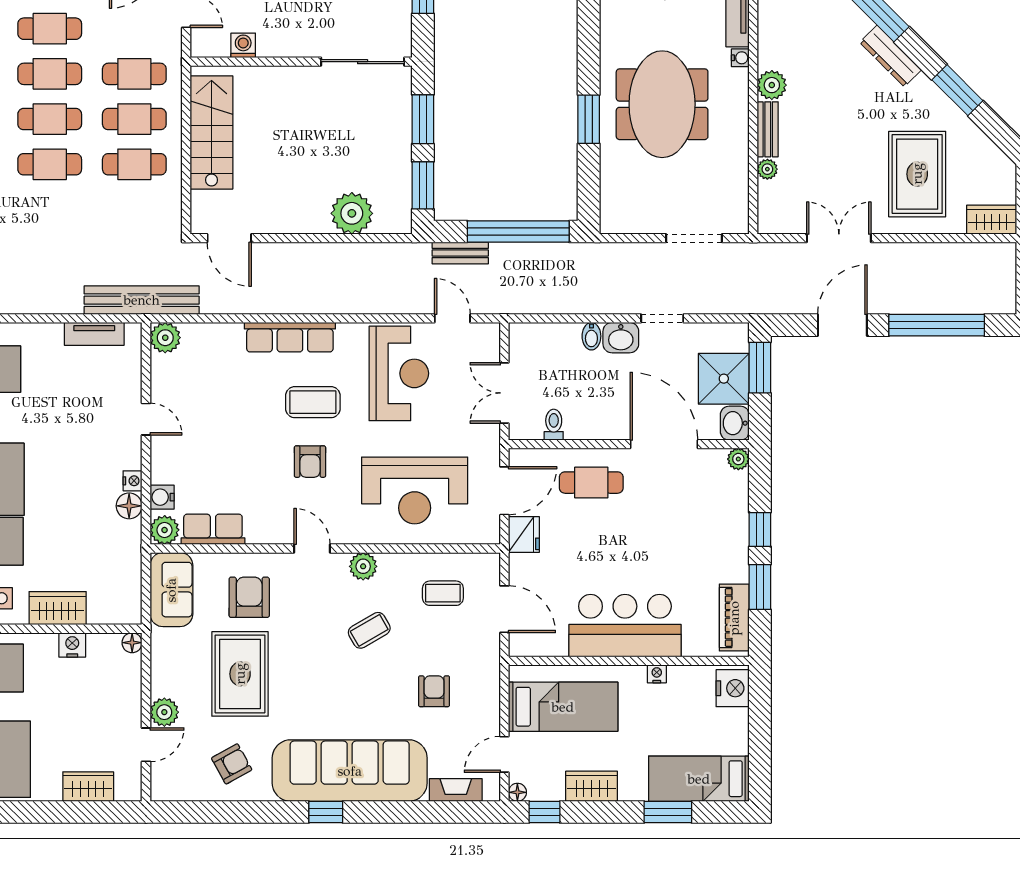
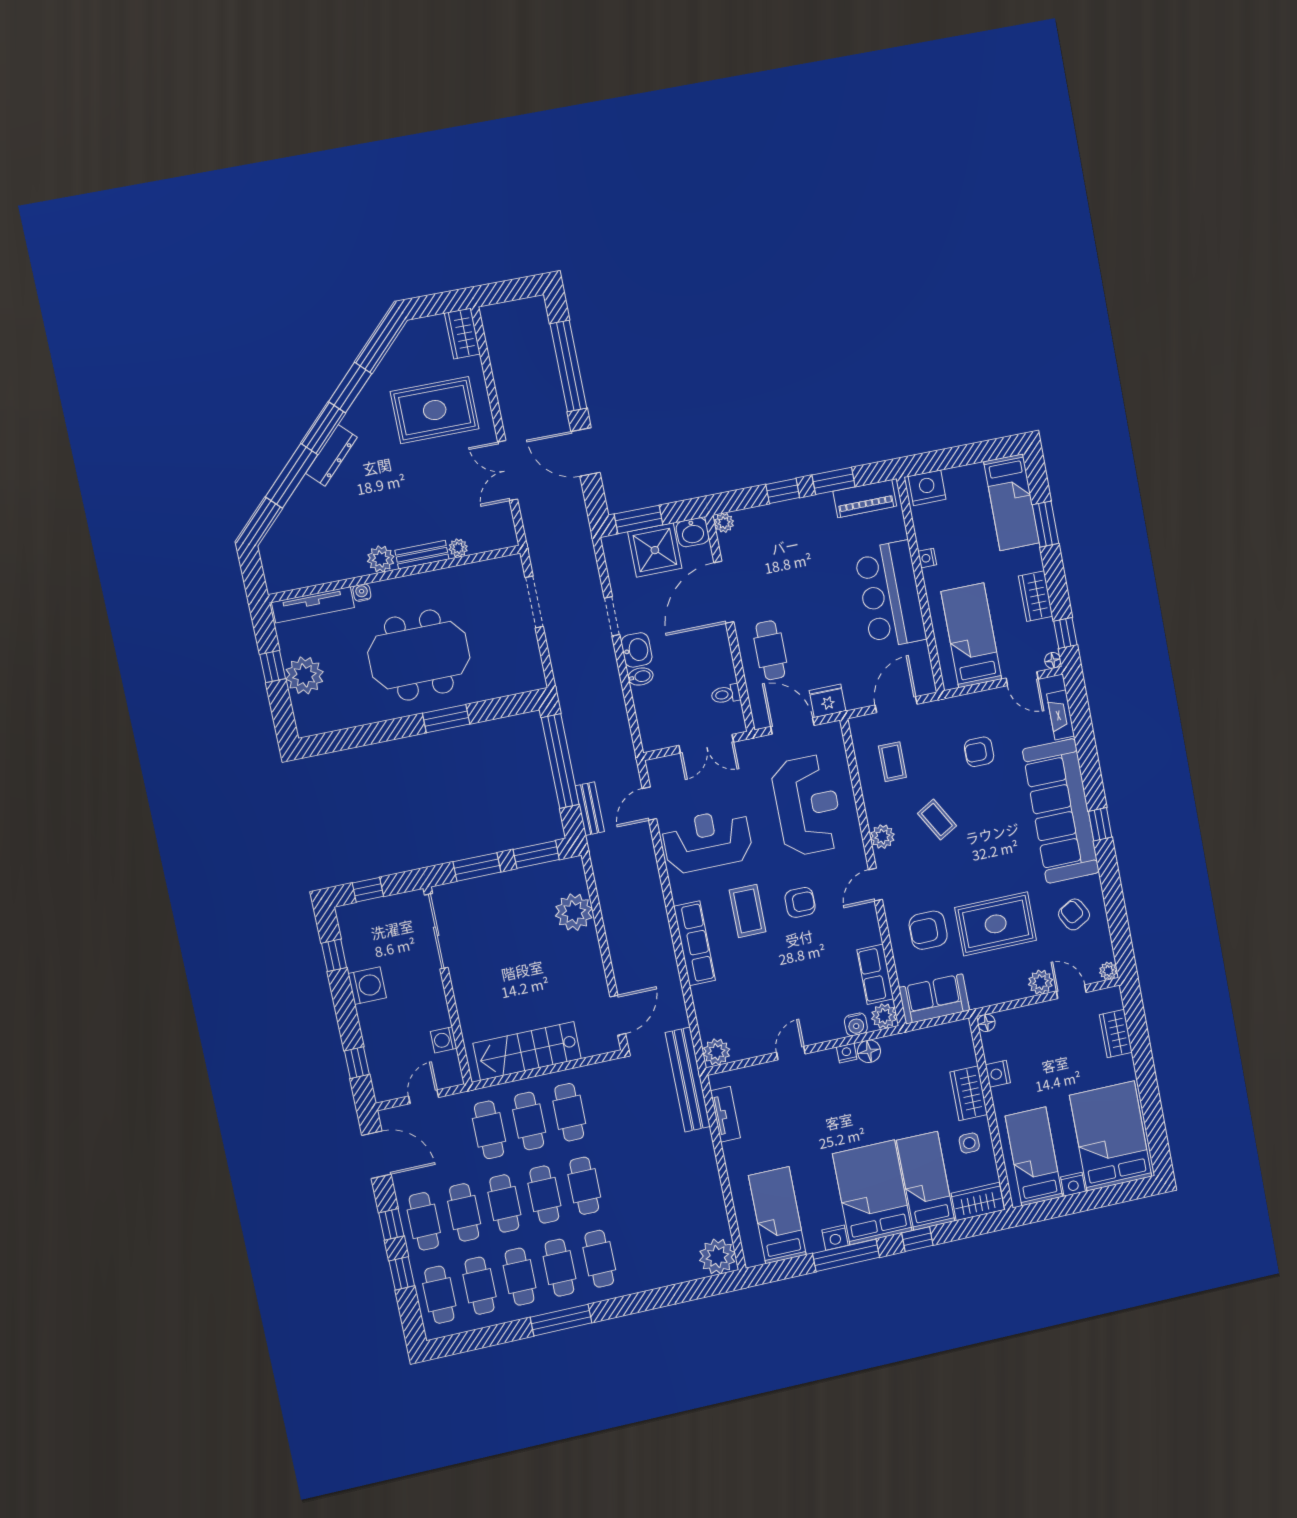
plant: (160, 791) -> (1108, 971), added

